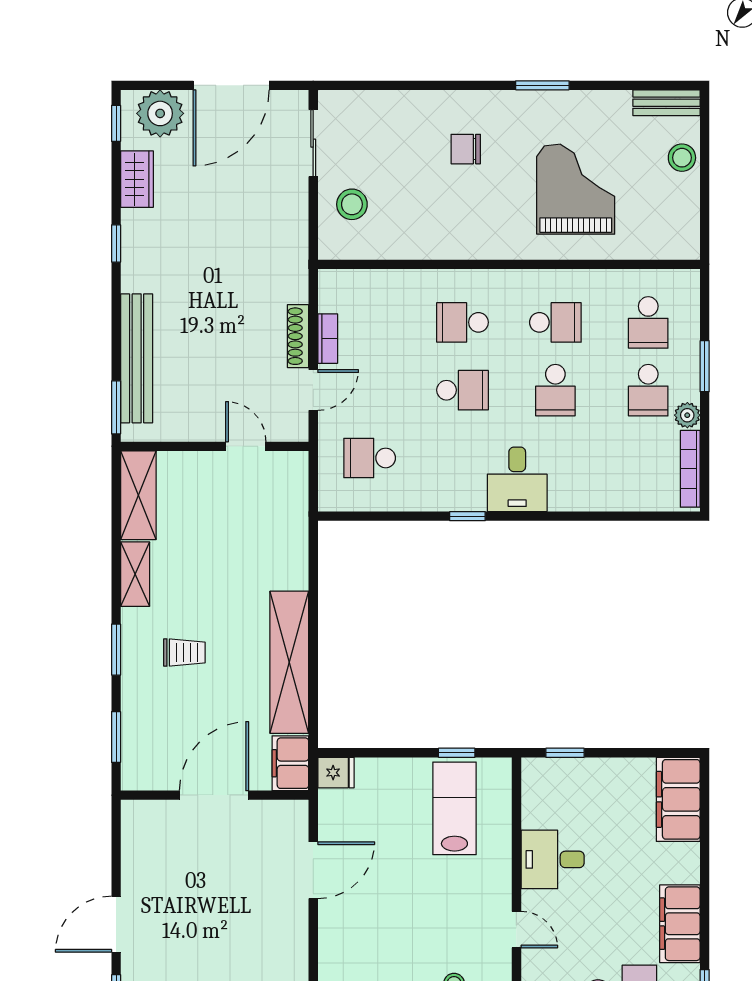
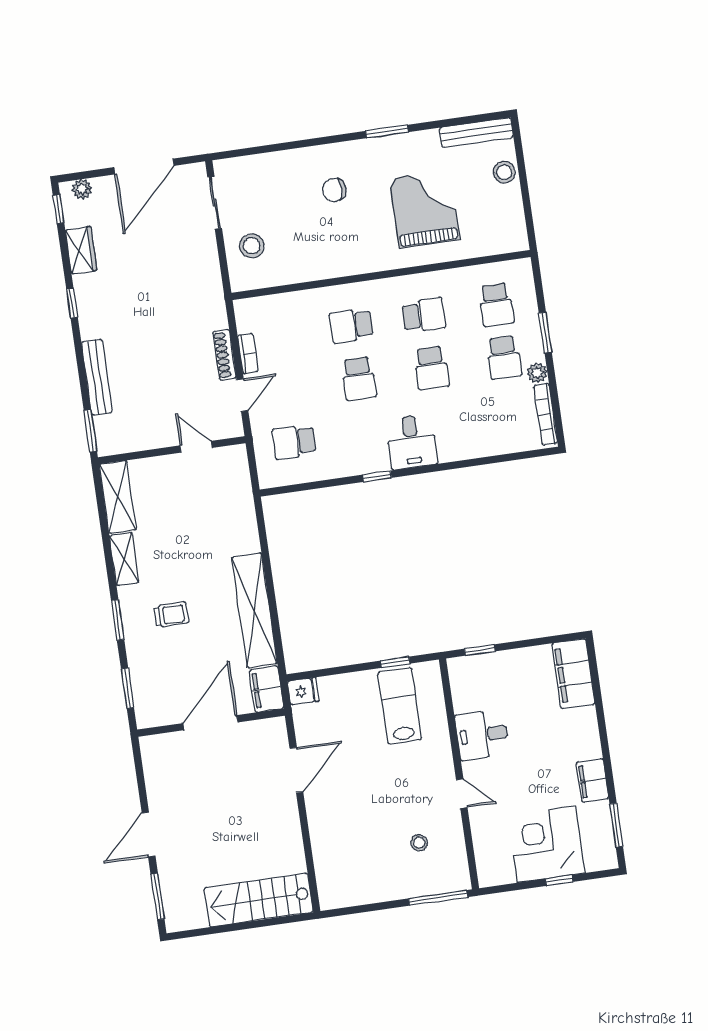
bench: (666, 103) -> (476, 132), width x1.36
plant: (160, 113) -> (82, 189), width x0.53, depth x0.53
bench: (137, 358) -> (97, 377), width x0.73, depth x0.82
school desk: (462, 390) -> (359, 379), turned 90
filing cabinet: (680, 924) -> (592, 780), width x0.67, depth x0.86

